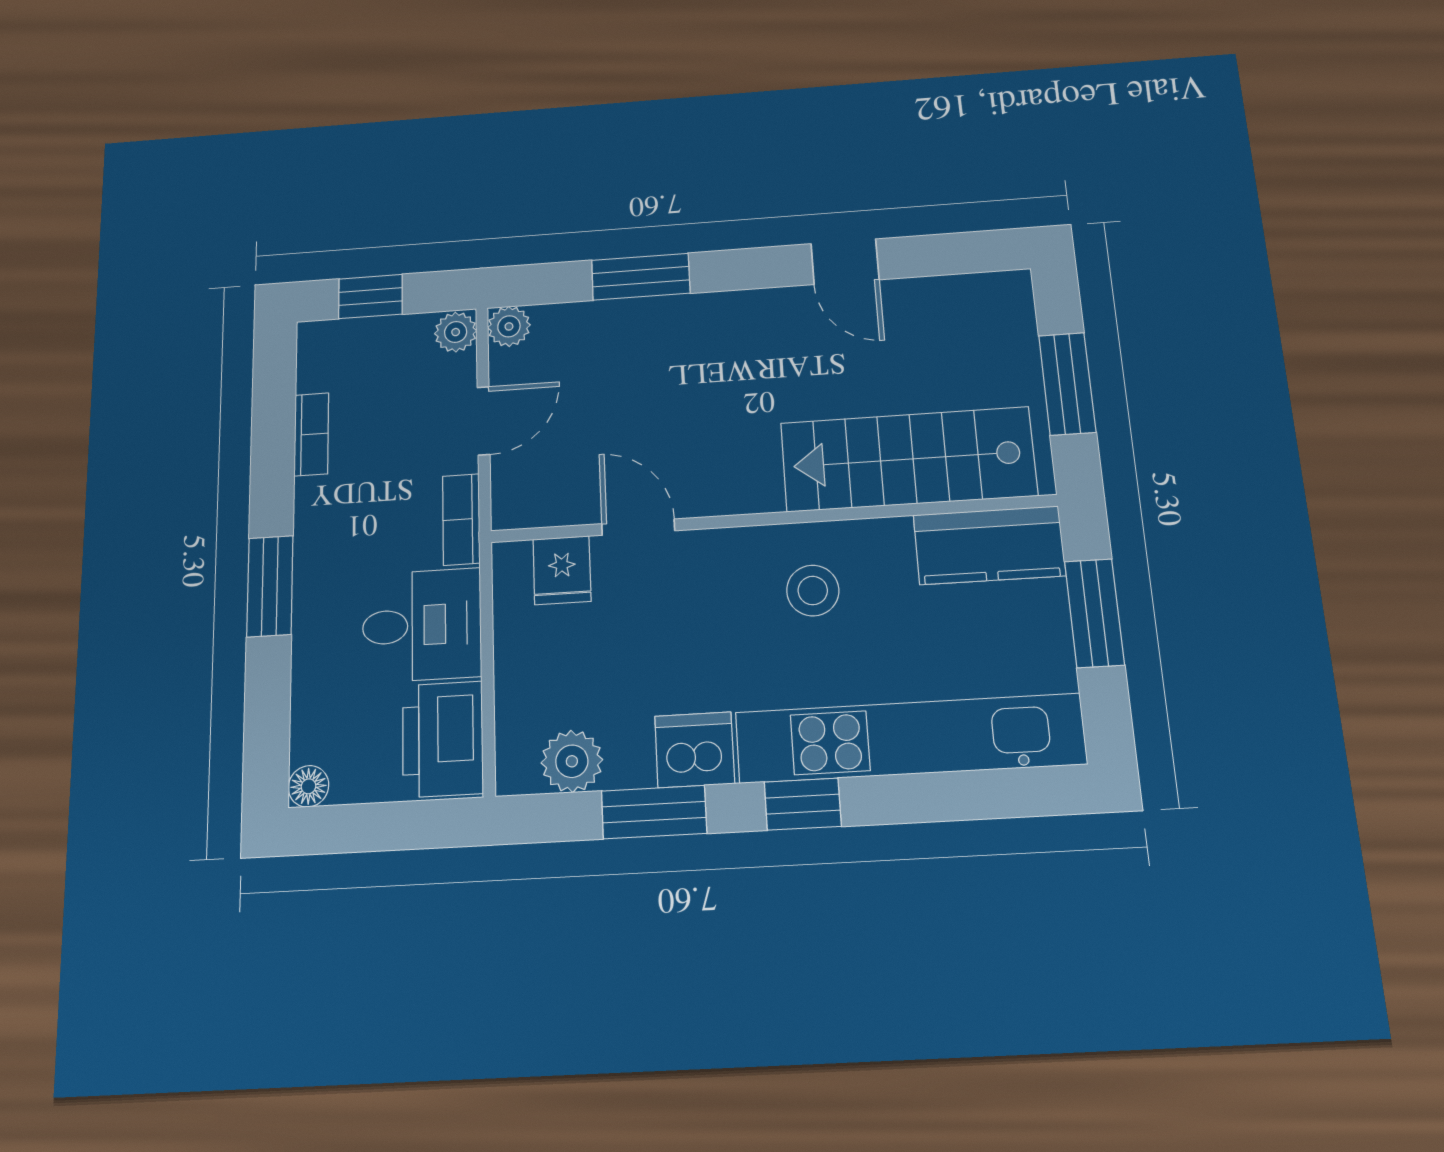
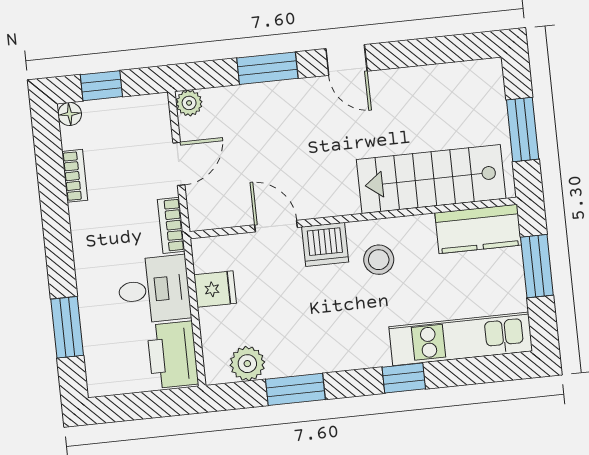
door: (845, 262) -> (347, 60), moved
plant: (456, 332) -> (157, 108), removed
fridge: (562, 570) -> (215, 289), moved, turned -90
window: (270, 586) -> (67, 327), moved
kitchen unit: (910, 738) -> (461, 339), width x0.73
dishwasher: (695, 750) -> (325, 244), moved, turned 180
floor lamp: (308, 786) -> (70, 114), moved
window: (803, 804) -> (404, 378), moved

